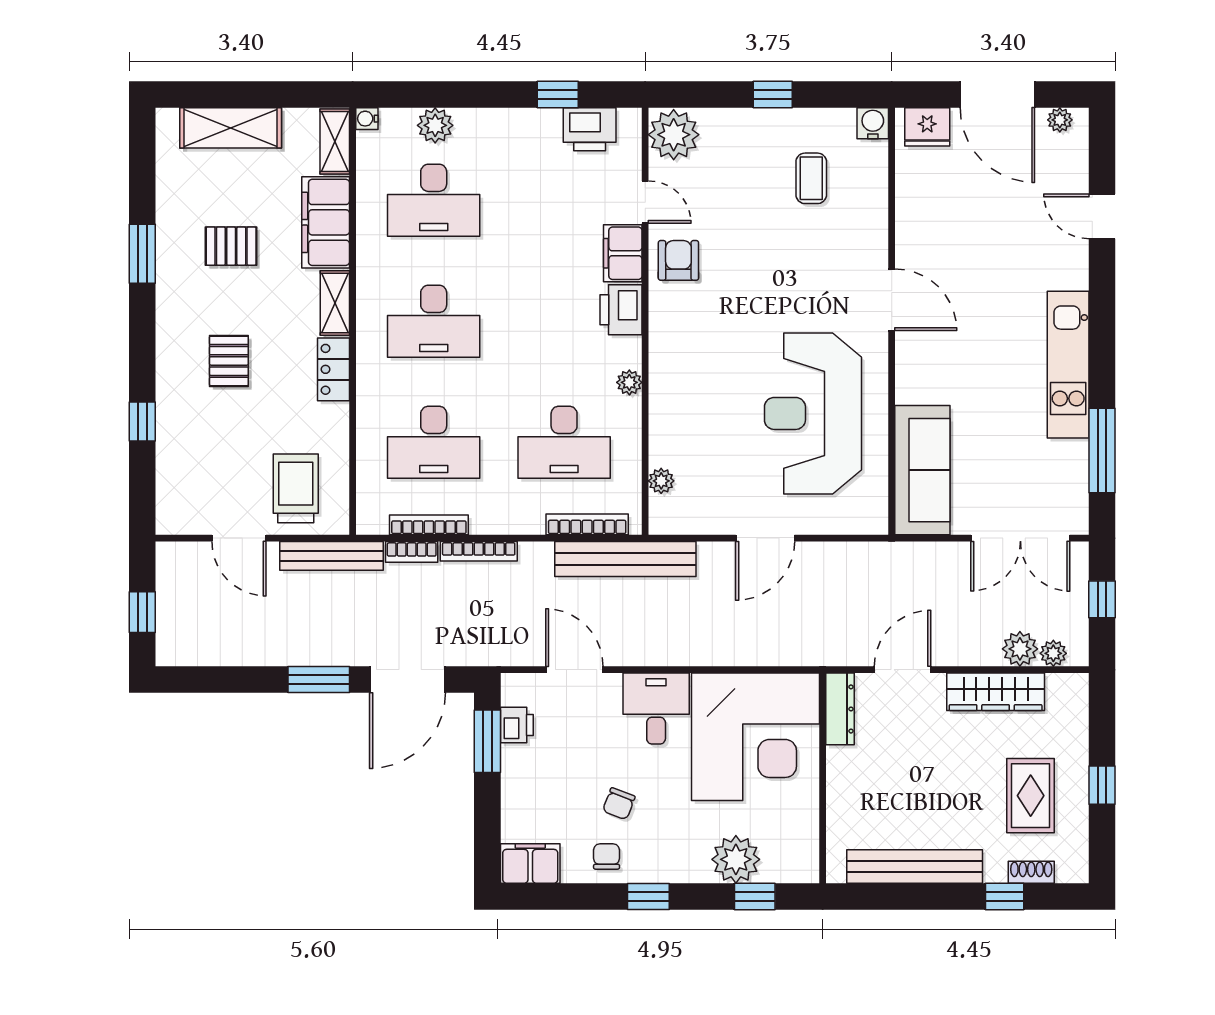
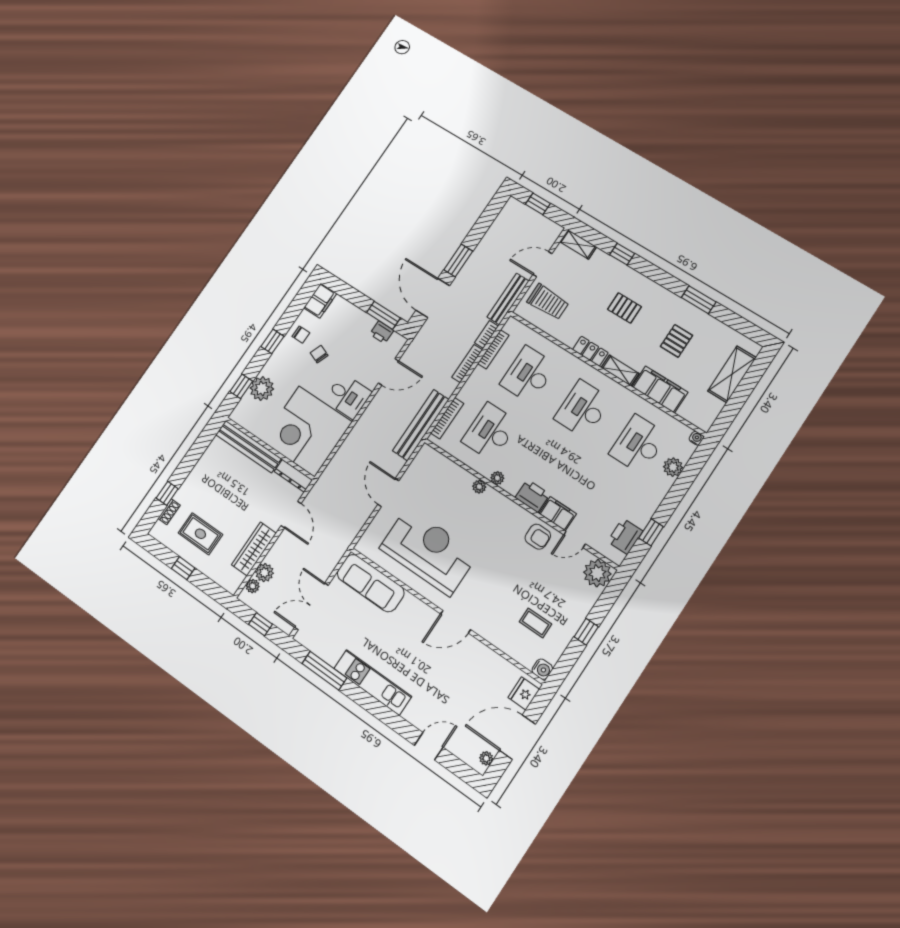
shelving: (335, 142) -> (578, 244), moved
plant: (661, 481) -> (479, 487), moved
bench: (915, 866) -> (248, 447), moved, turned 90

